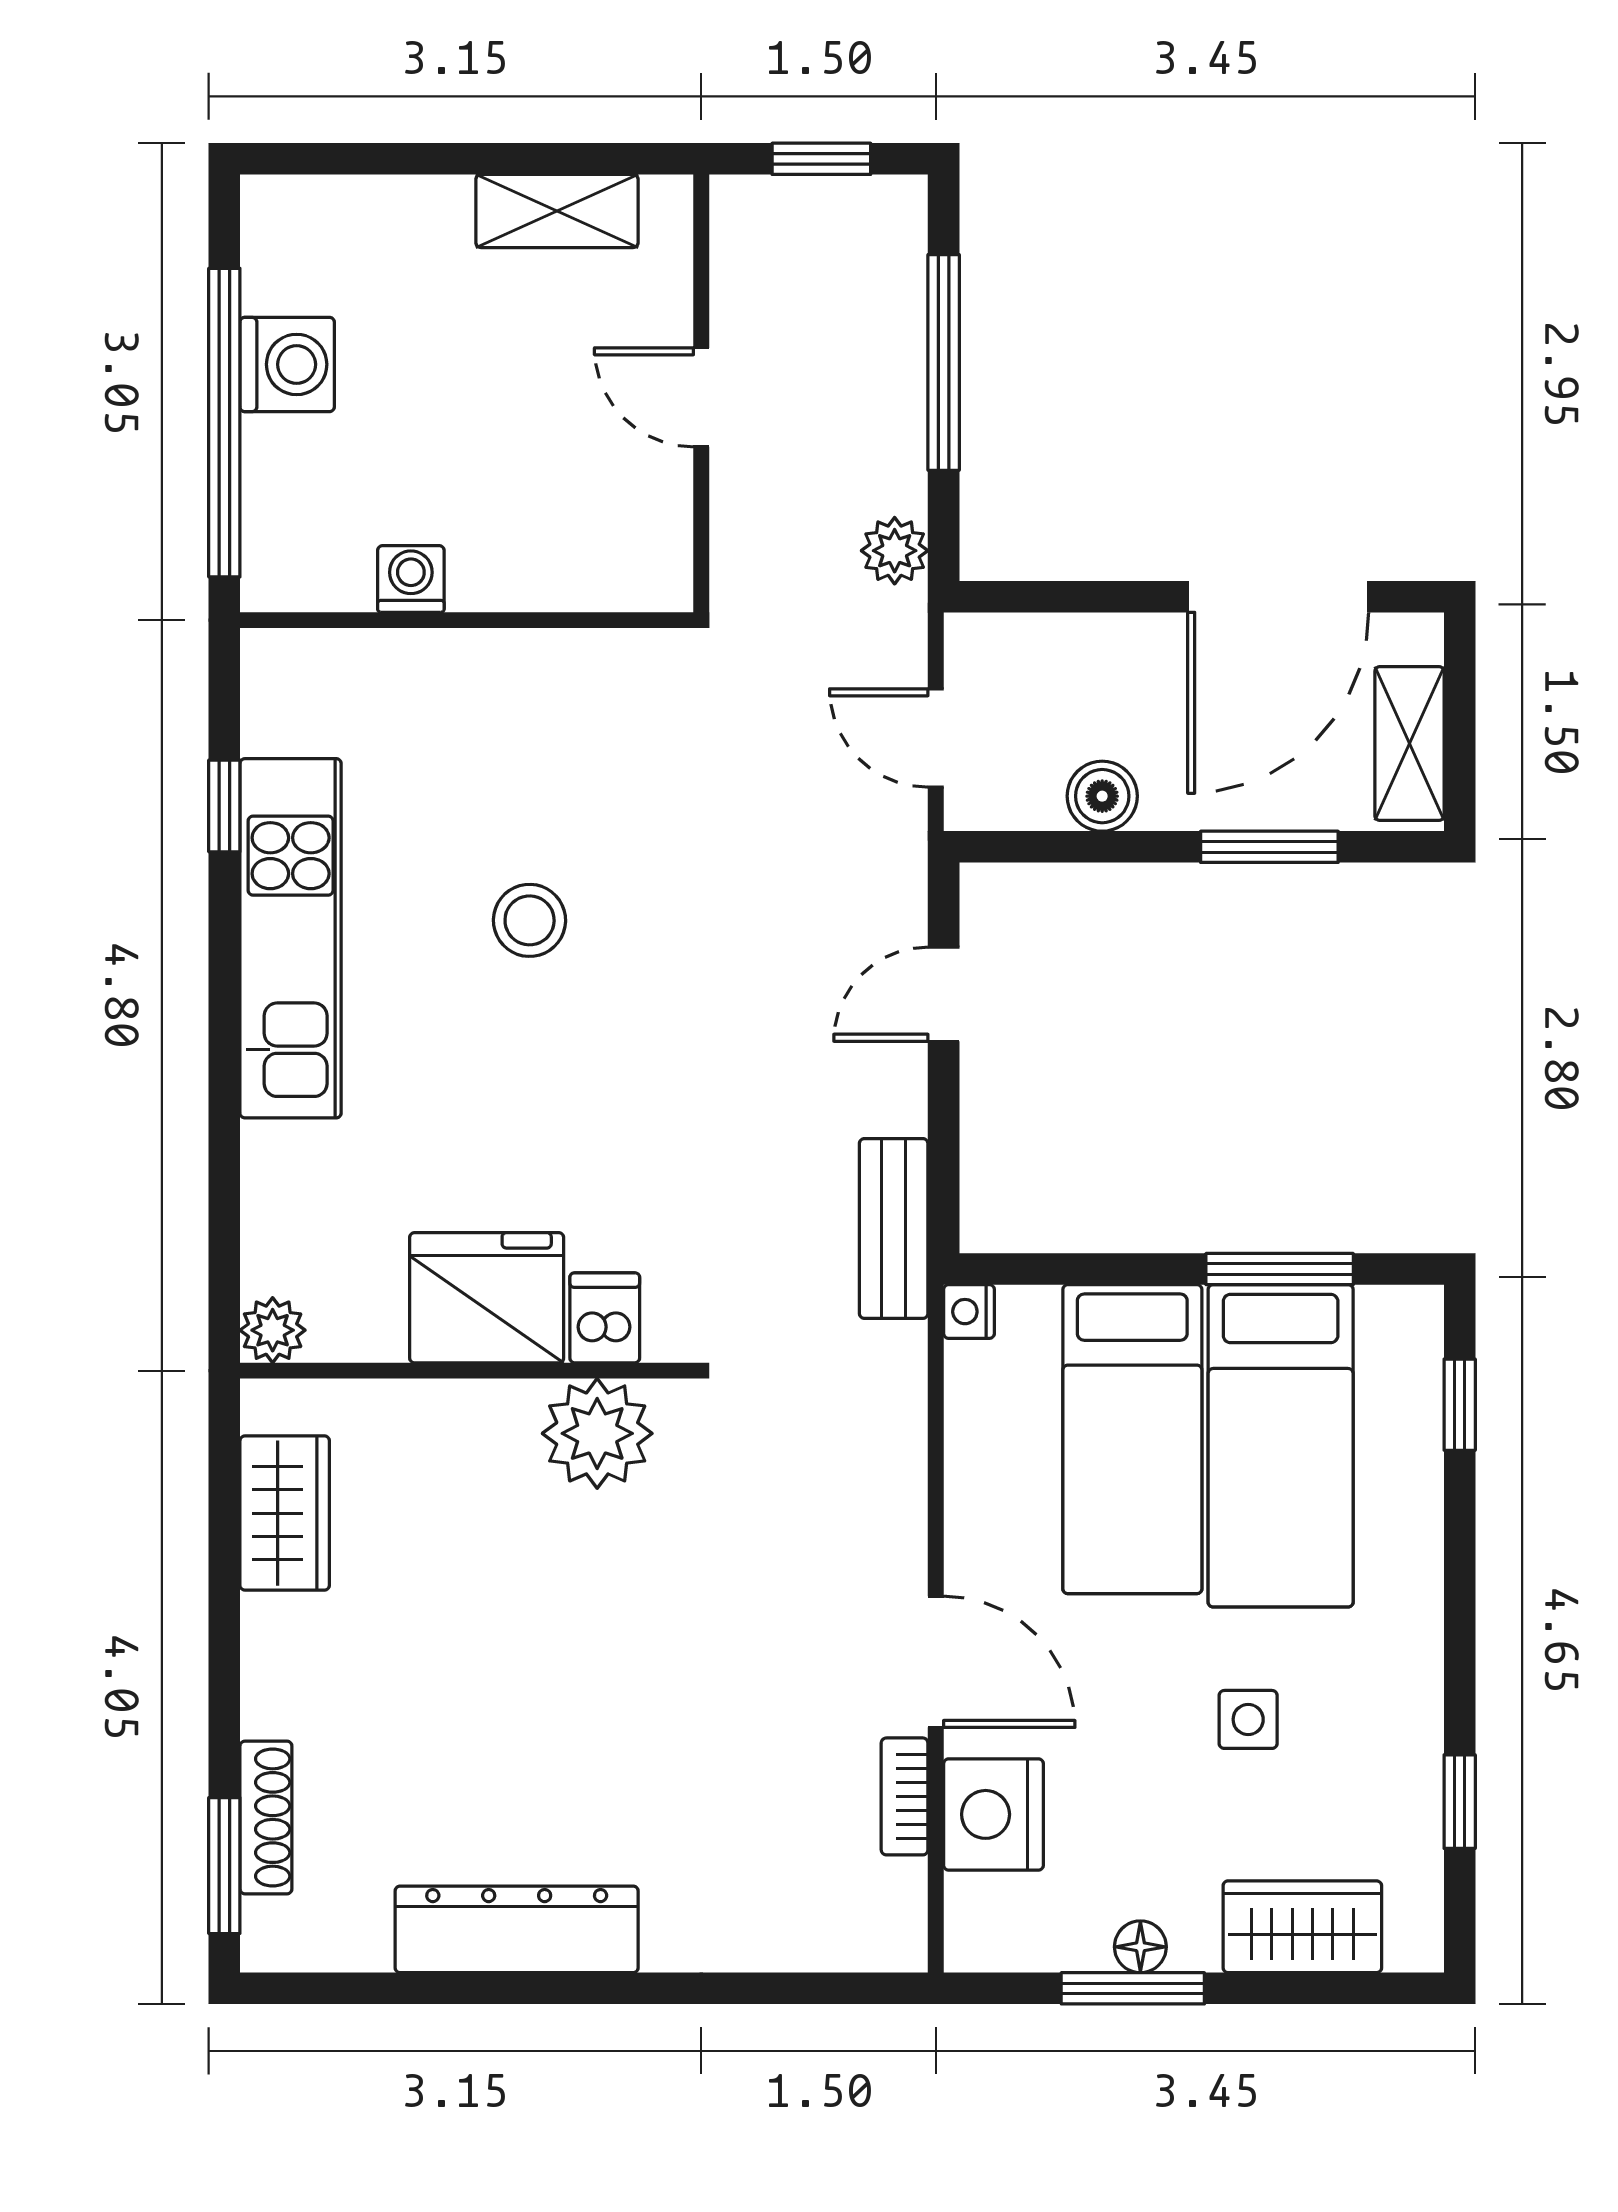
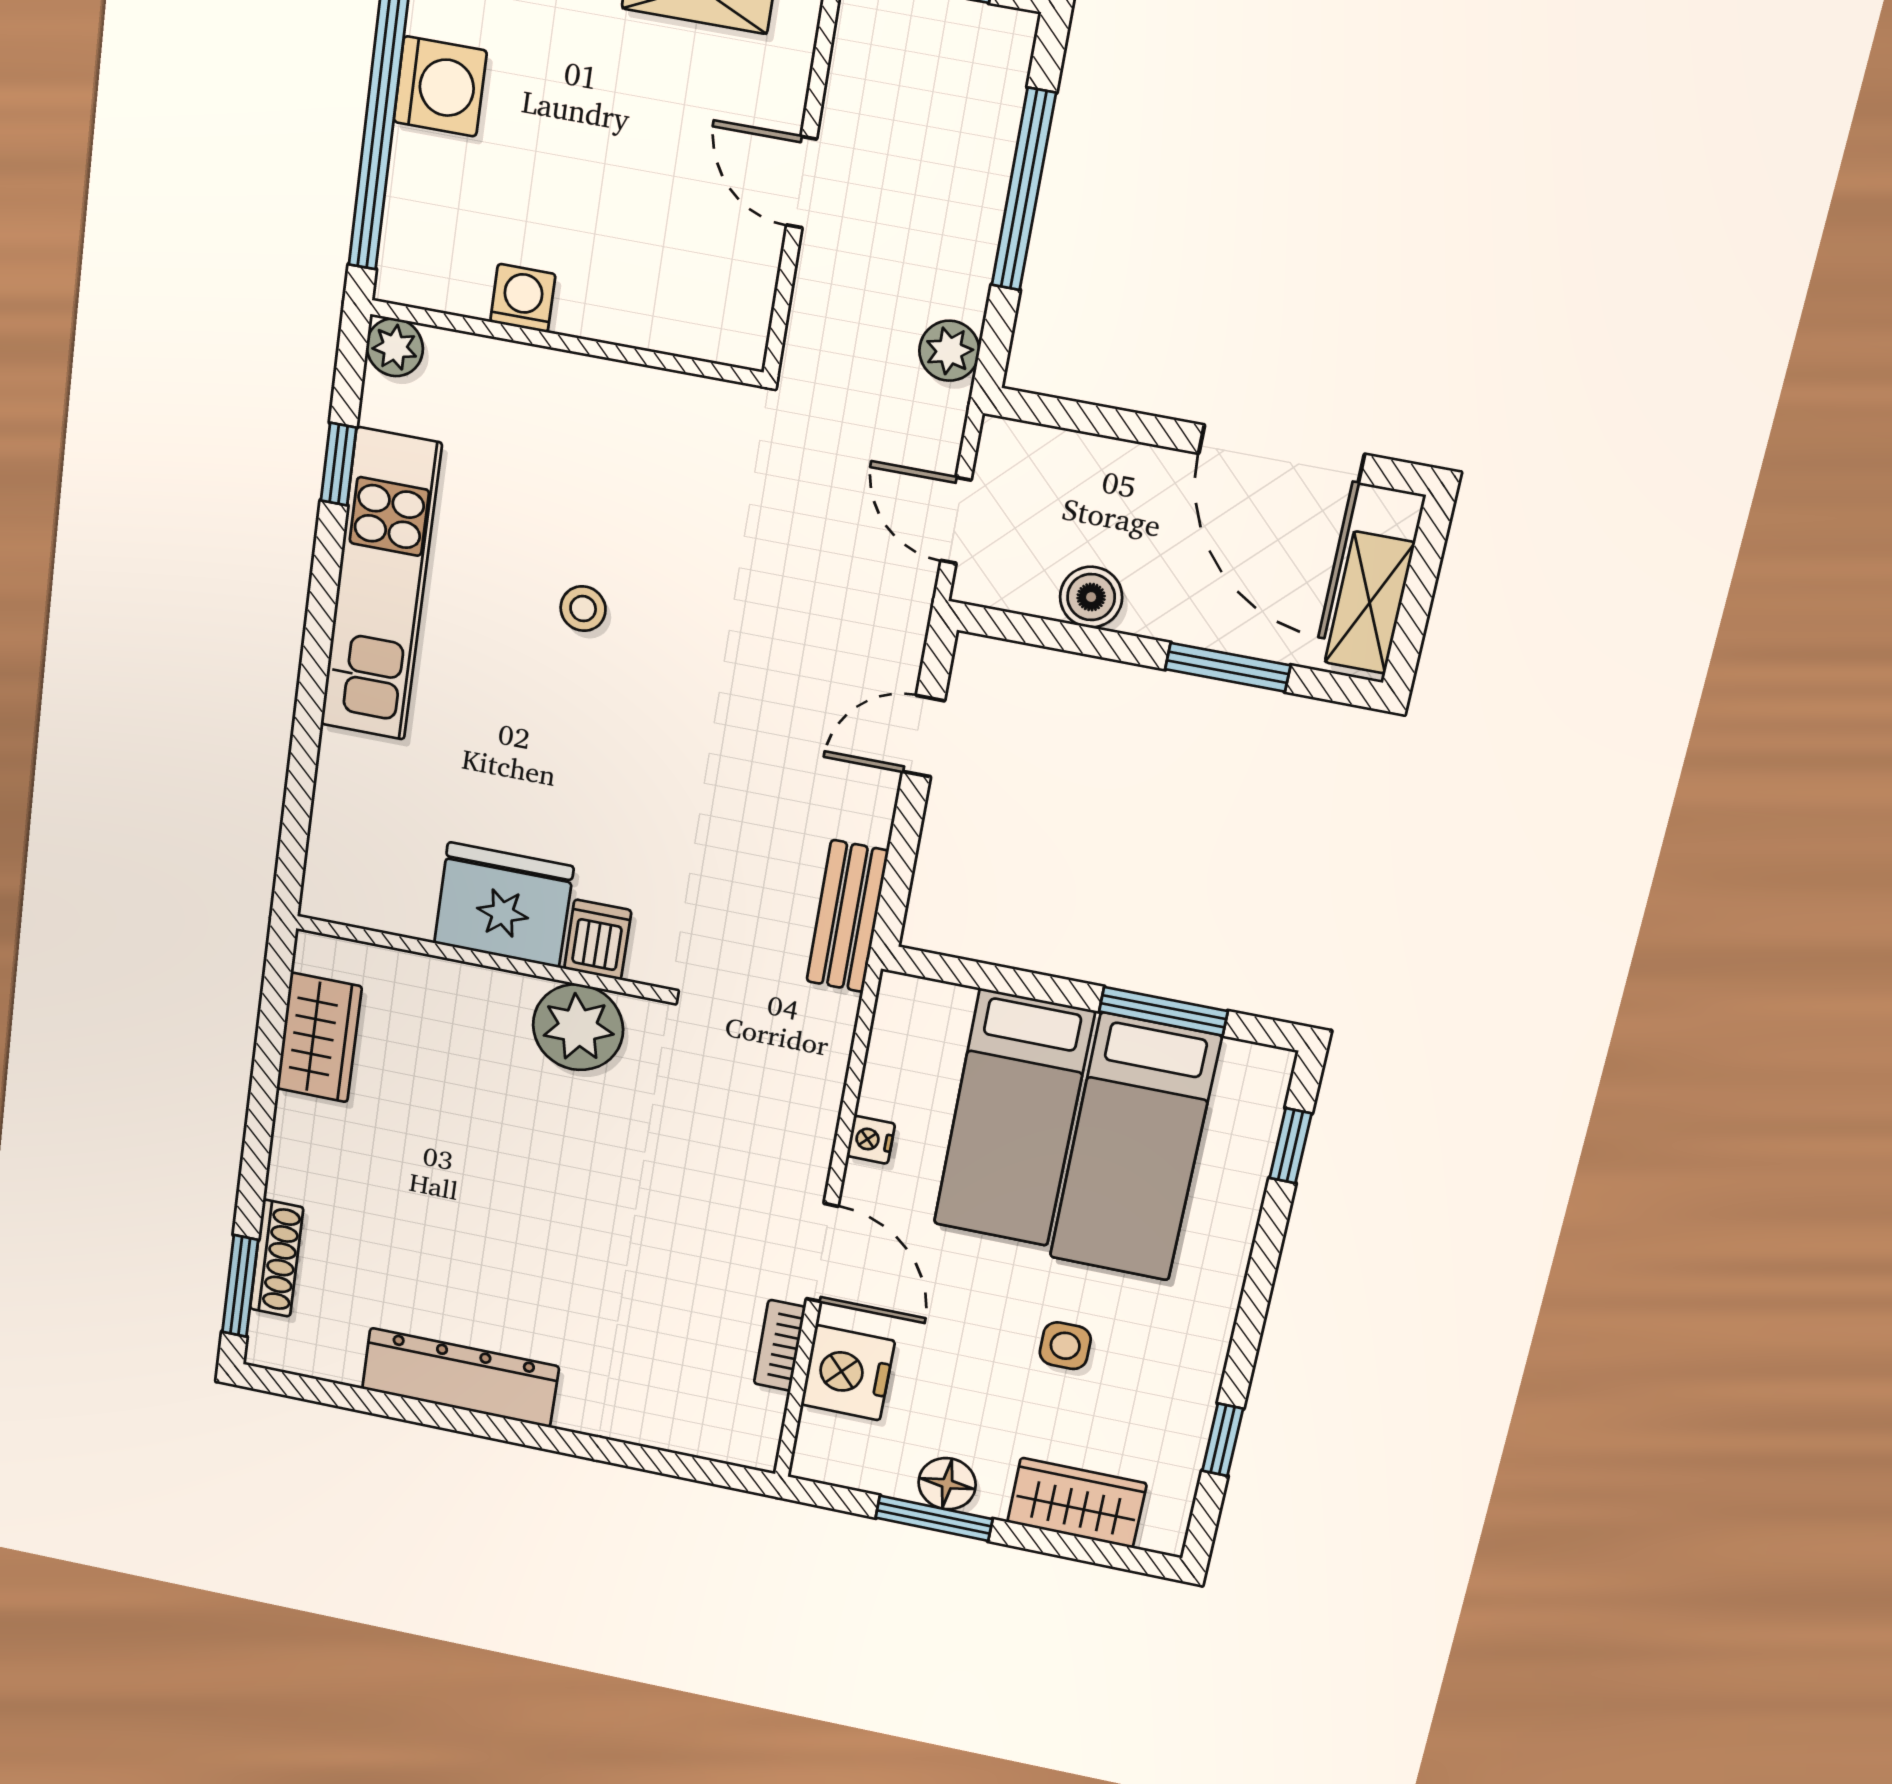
door: (1278, 597) -> (1281, 454), hinge flipped
stool: (530, 920) -> (583, 609), width x0.73, depth x0.73
nightstand: (969, 1312) -> (871, 1140), moved
plant: (273, 1330) -> (395, 347), moved
floor lamp: (1140, 1947) -> (947, 1484), width x1.37, depth x1.37

